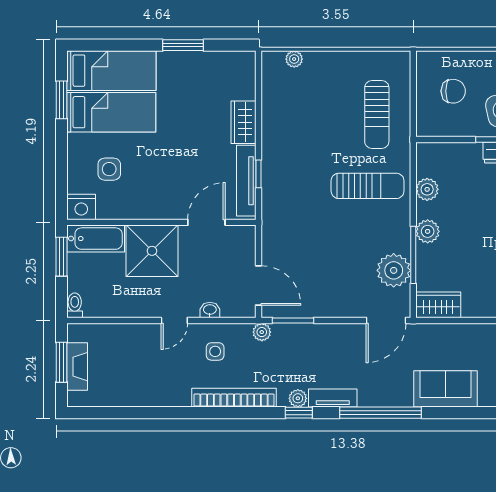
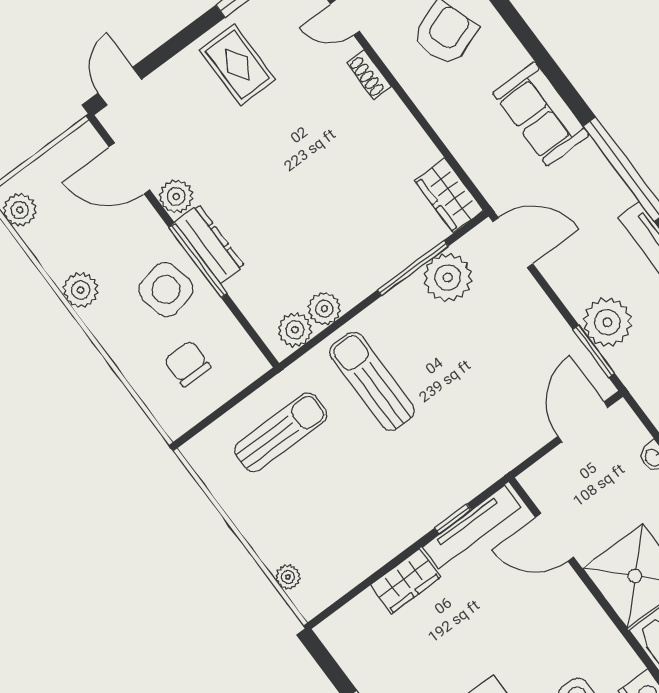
plant: (428, 231) -> (295, 330), moved
plant: (262, 332) -> (607, 322), moved, width x1.88, depth x1.88

